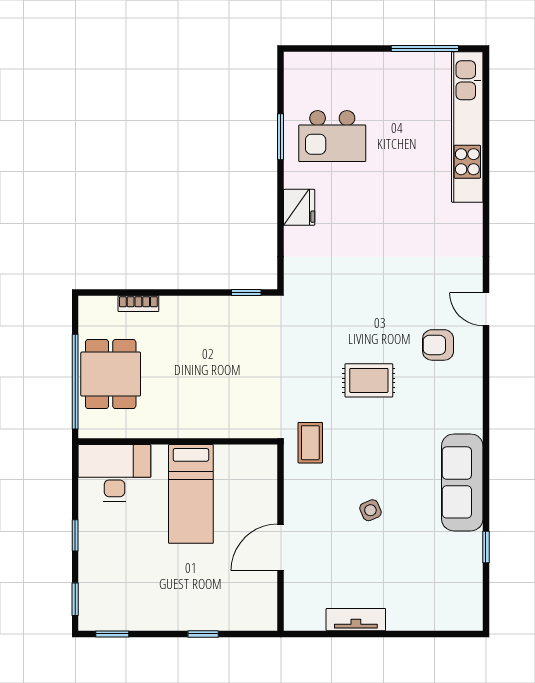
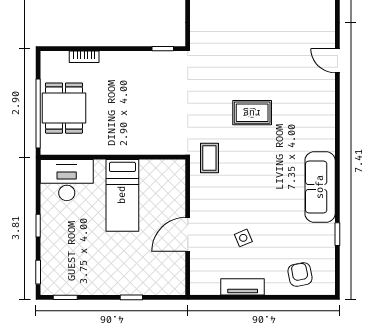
armchair: (438, 345) -> (300, 274), moved, turned 79
side table: (370, 510) -> (243, 238), moved

